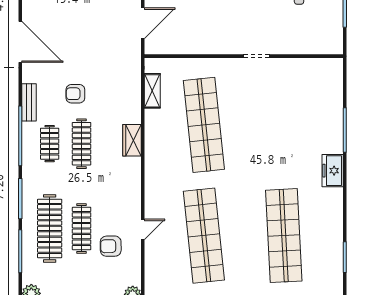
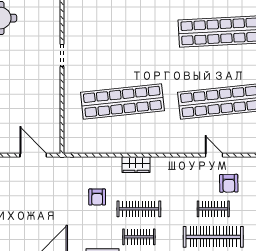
shelving: (152, 91) -> (92, 147), removed
armchair: (75, 94) -> (97, 197), moved
clothes rail: (82, 228) -> (213, 209), width x0.73

